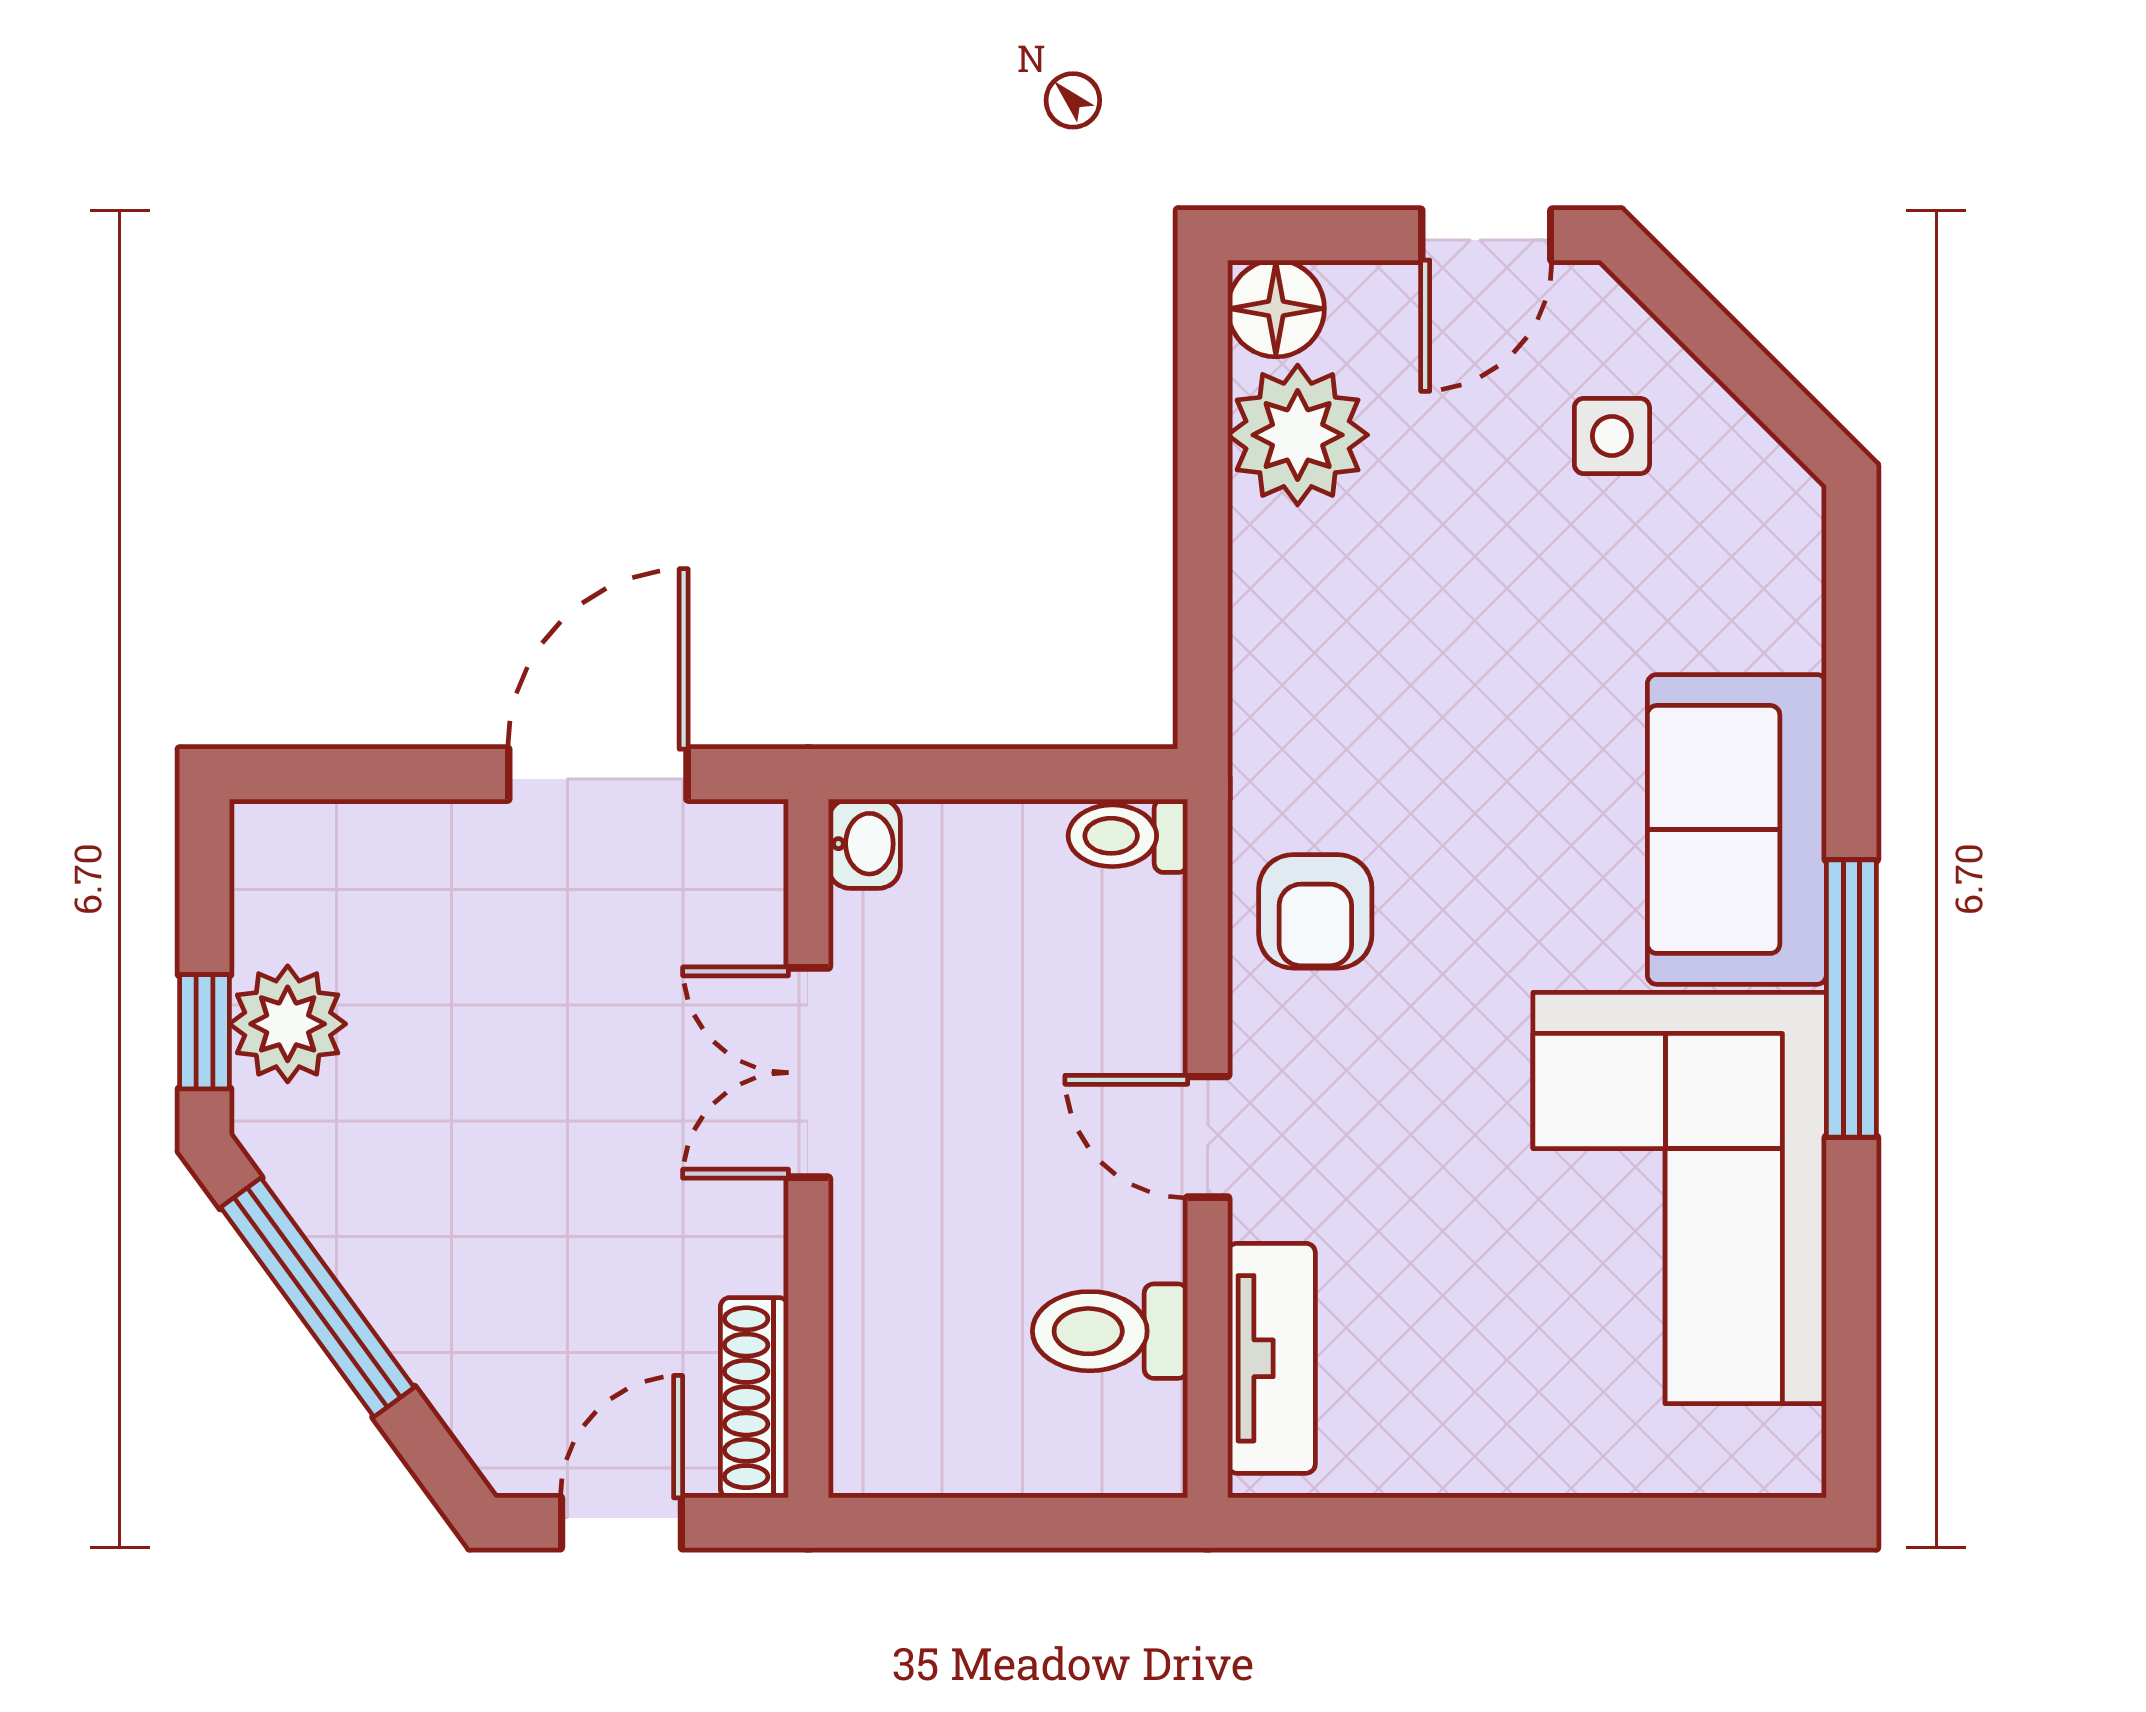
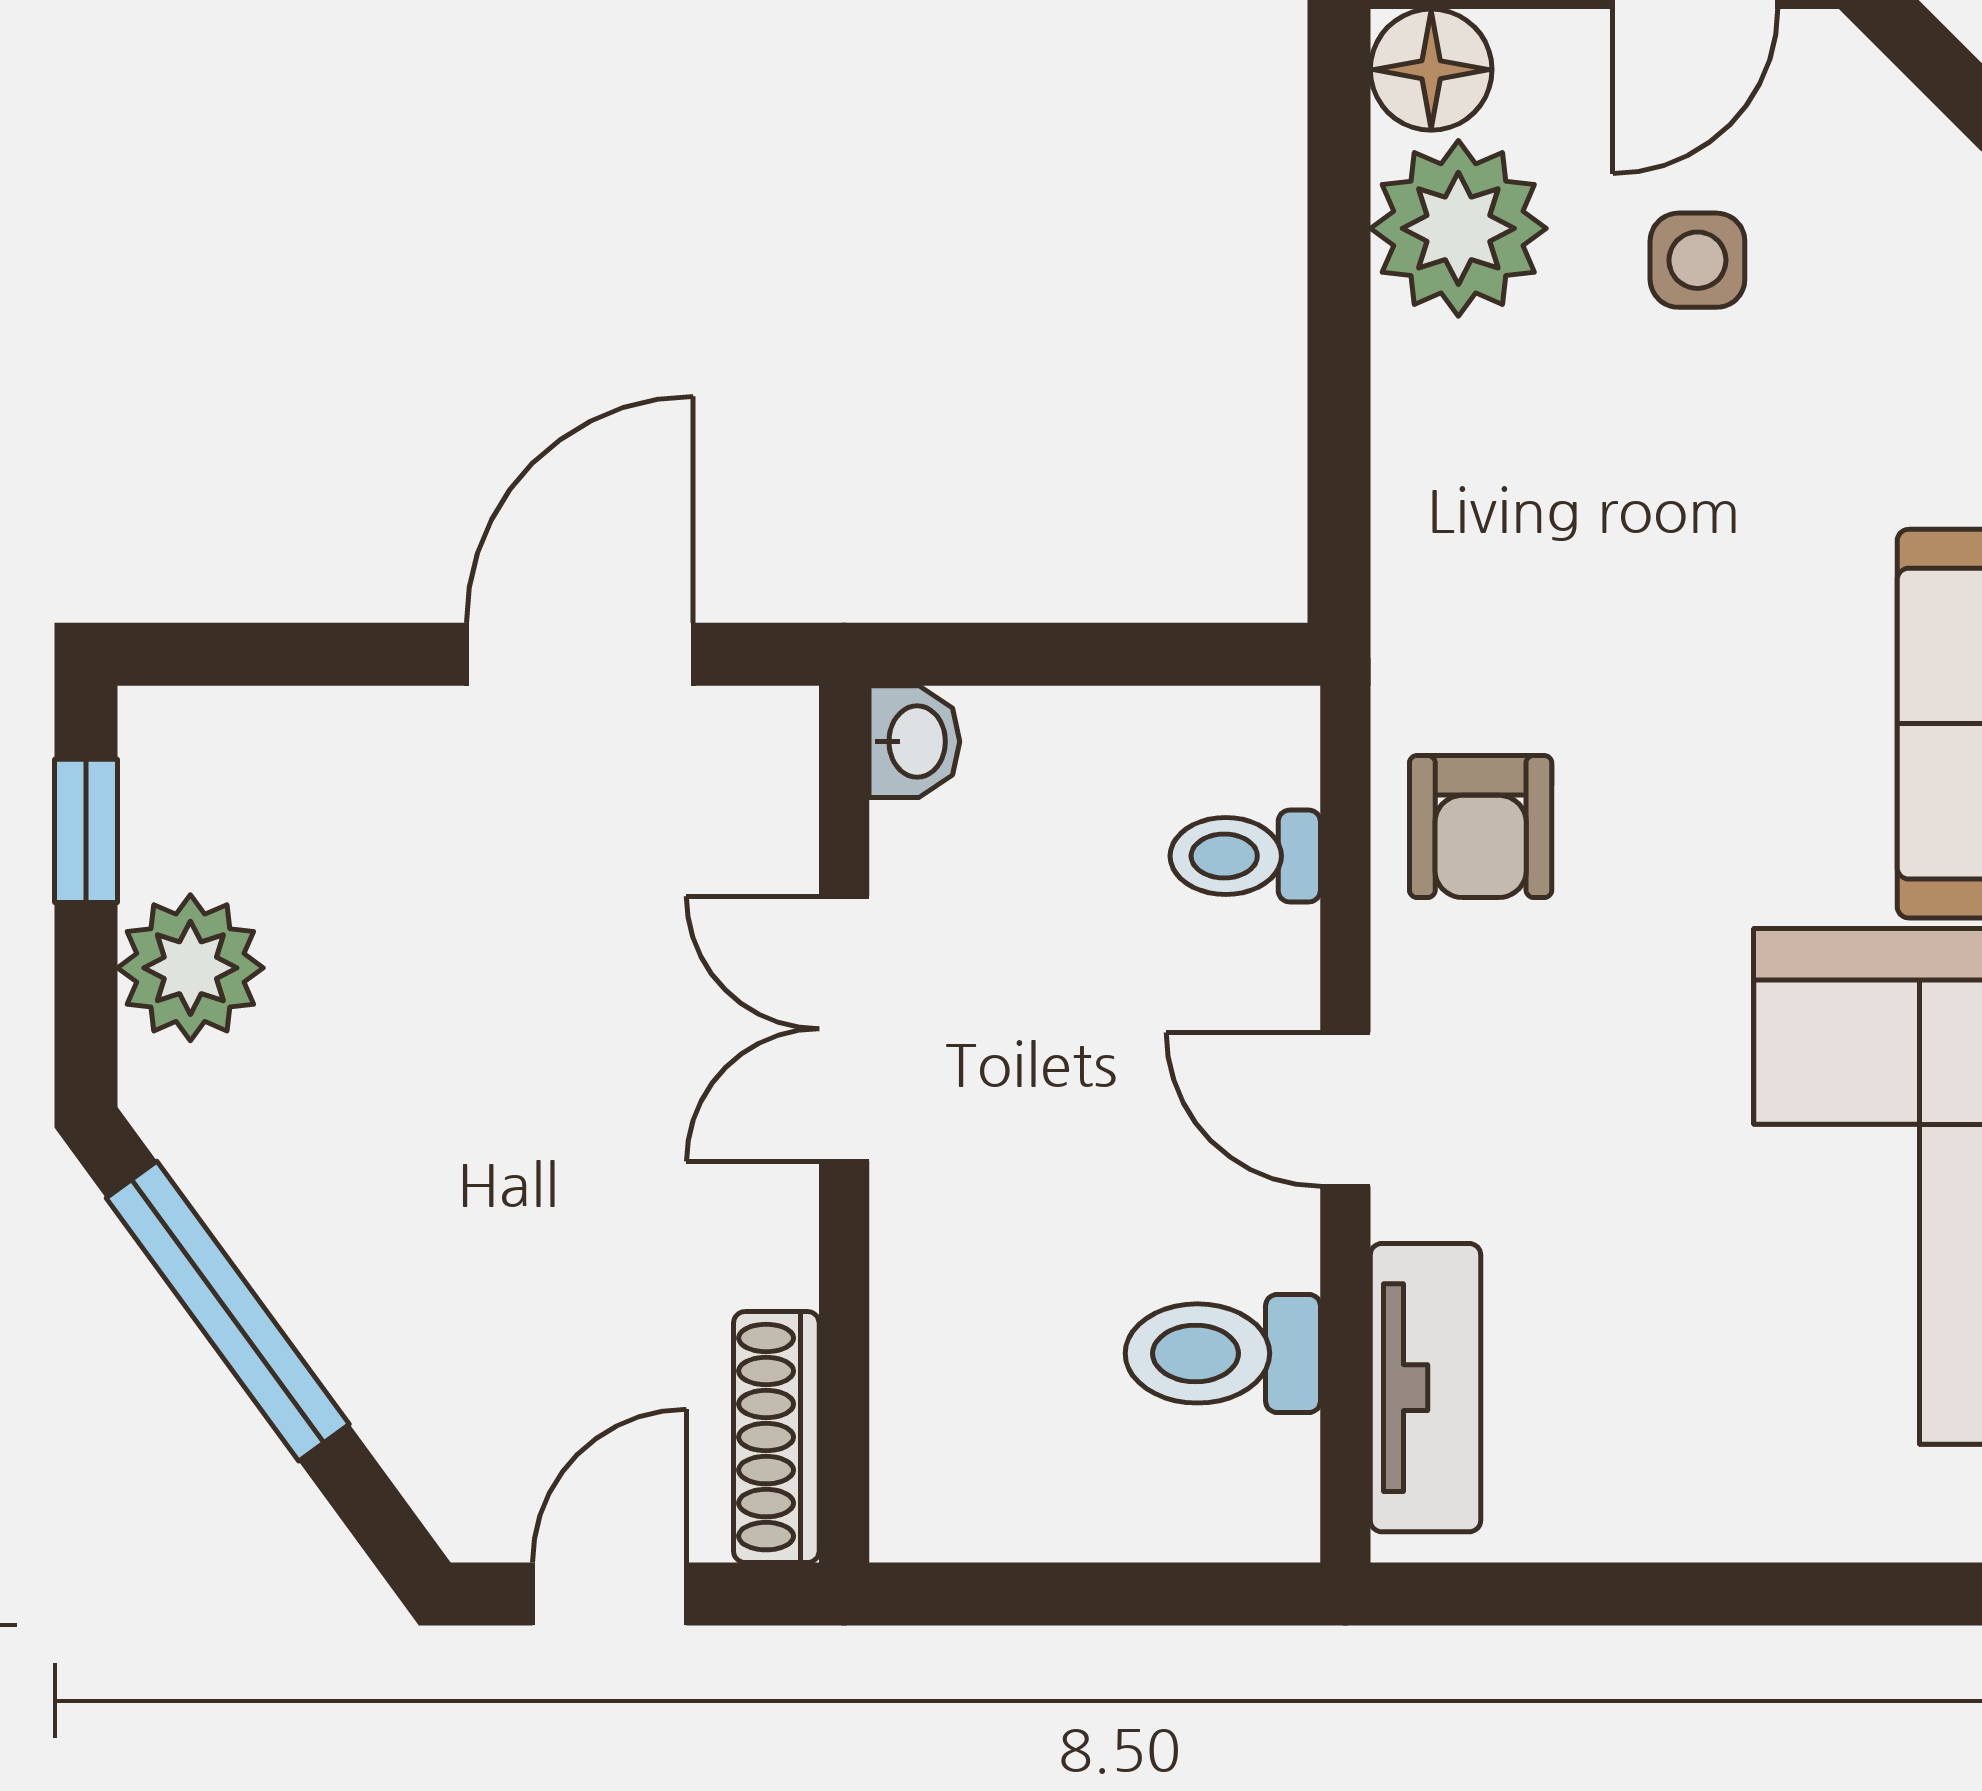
side table: (1612, 436) -> (1697, 260), moved
toilet: (1128, 836) -> (1245, 856), moved
window: (204, 1032) -> (86, 831), moved

